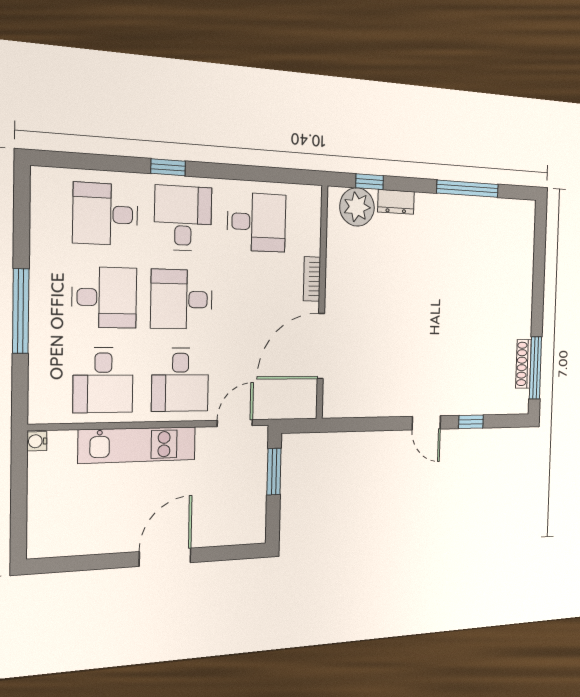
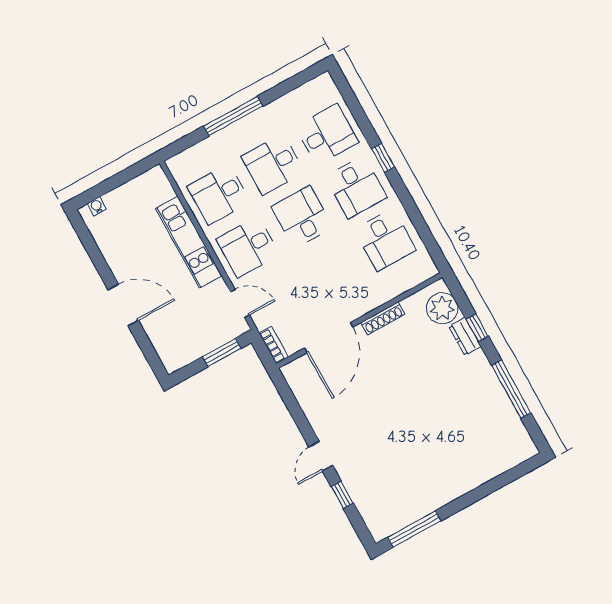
window: (370, 182) -> (477, 328), moved
desk: (105, 214) -> (327, 134), turned 90
desk: (183, 218) -> (356, 187), turned 90
bookcase: (312, 279) -> (274, 345), moved, turned 90
desk: (104, 297) -> (273, 164), turned 90
door: (321, 346) -> (329, 338), swing flipped
shoe rack: (523, 364) -> (383, 318), moved, turned 180
water cooler: (37, 441) -> (97, 206), moved

